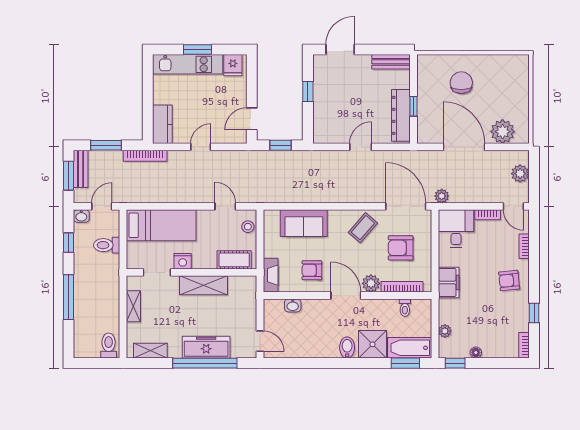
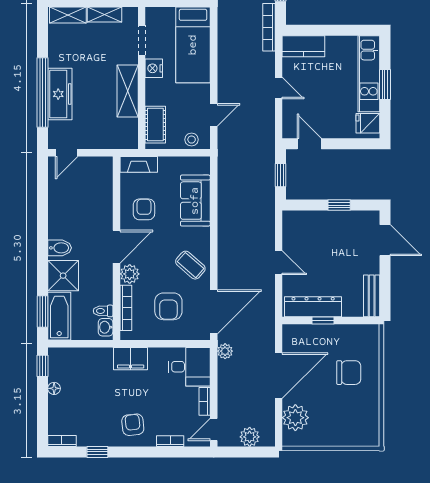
armchair: (401, 248) -> (168, 306), turned 180
washbasin: (293, 305) -> (106, 327), moved
plant: (445, 331) -> (78, 355), removed
shelving: (150, 351) -> (68, 15), moved, turned 90

